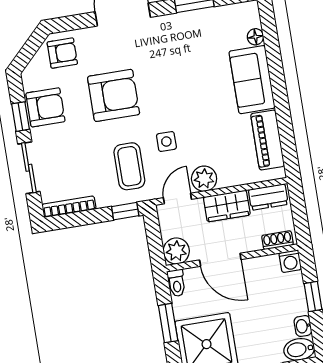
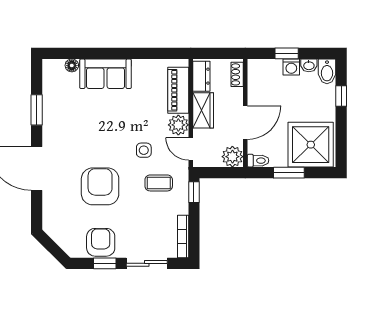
armchair: (62, 53) -> (60, 222), removed
piano: (268, 140) -> (178, 90), moved, turned 90
coffee table: (129, 166) -> (159, 183), width x0.73, depth x0.77
washing machine: (290, 261) -> (291, 67), moved, turned 90

